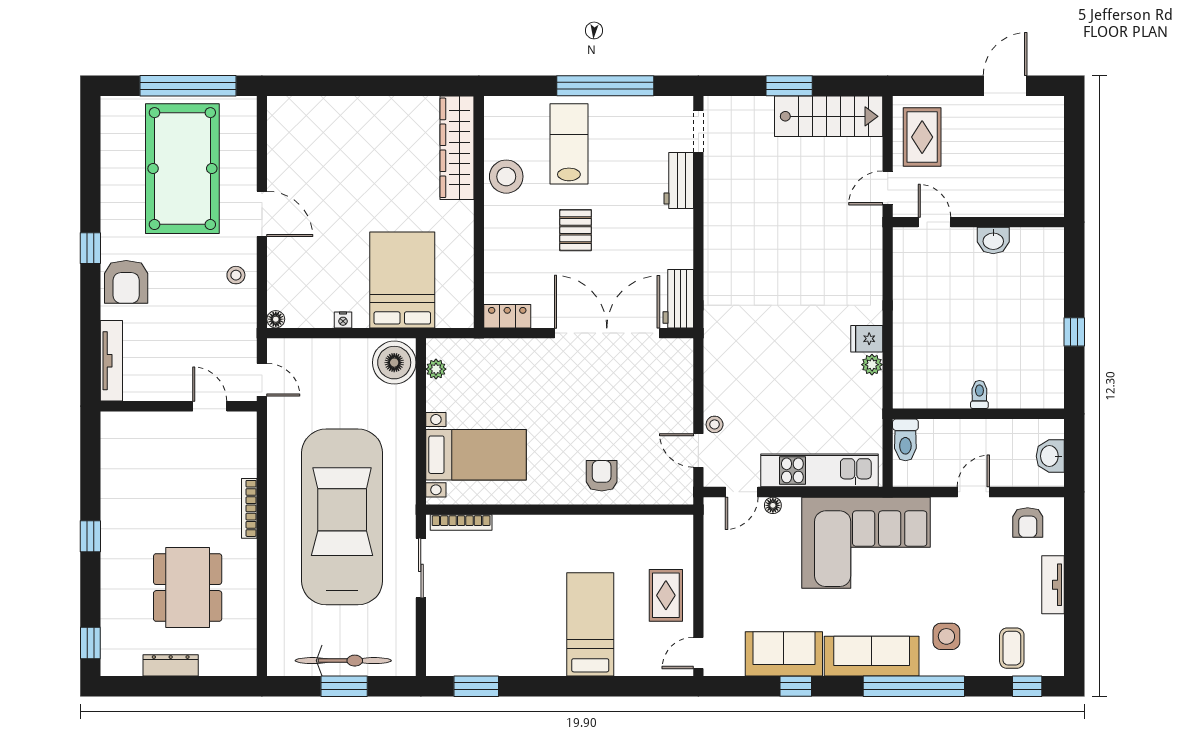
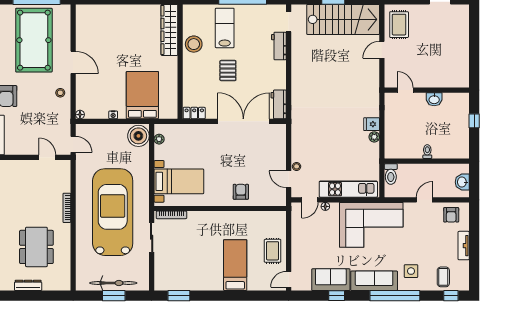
stairs: (829, 116) -> (343, 19), width x1.36, depth x1.51
door: (935, 222) -> (405, 90), moved
wall: (978, 222) -> (427, 90), moved
washbasin: (993, 240) -> (434, 99), moved

